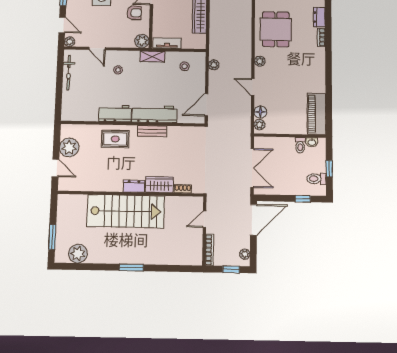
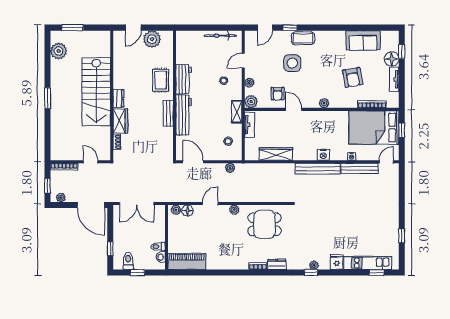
plant: (70, 42) -> (249, 83), moved

